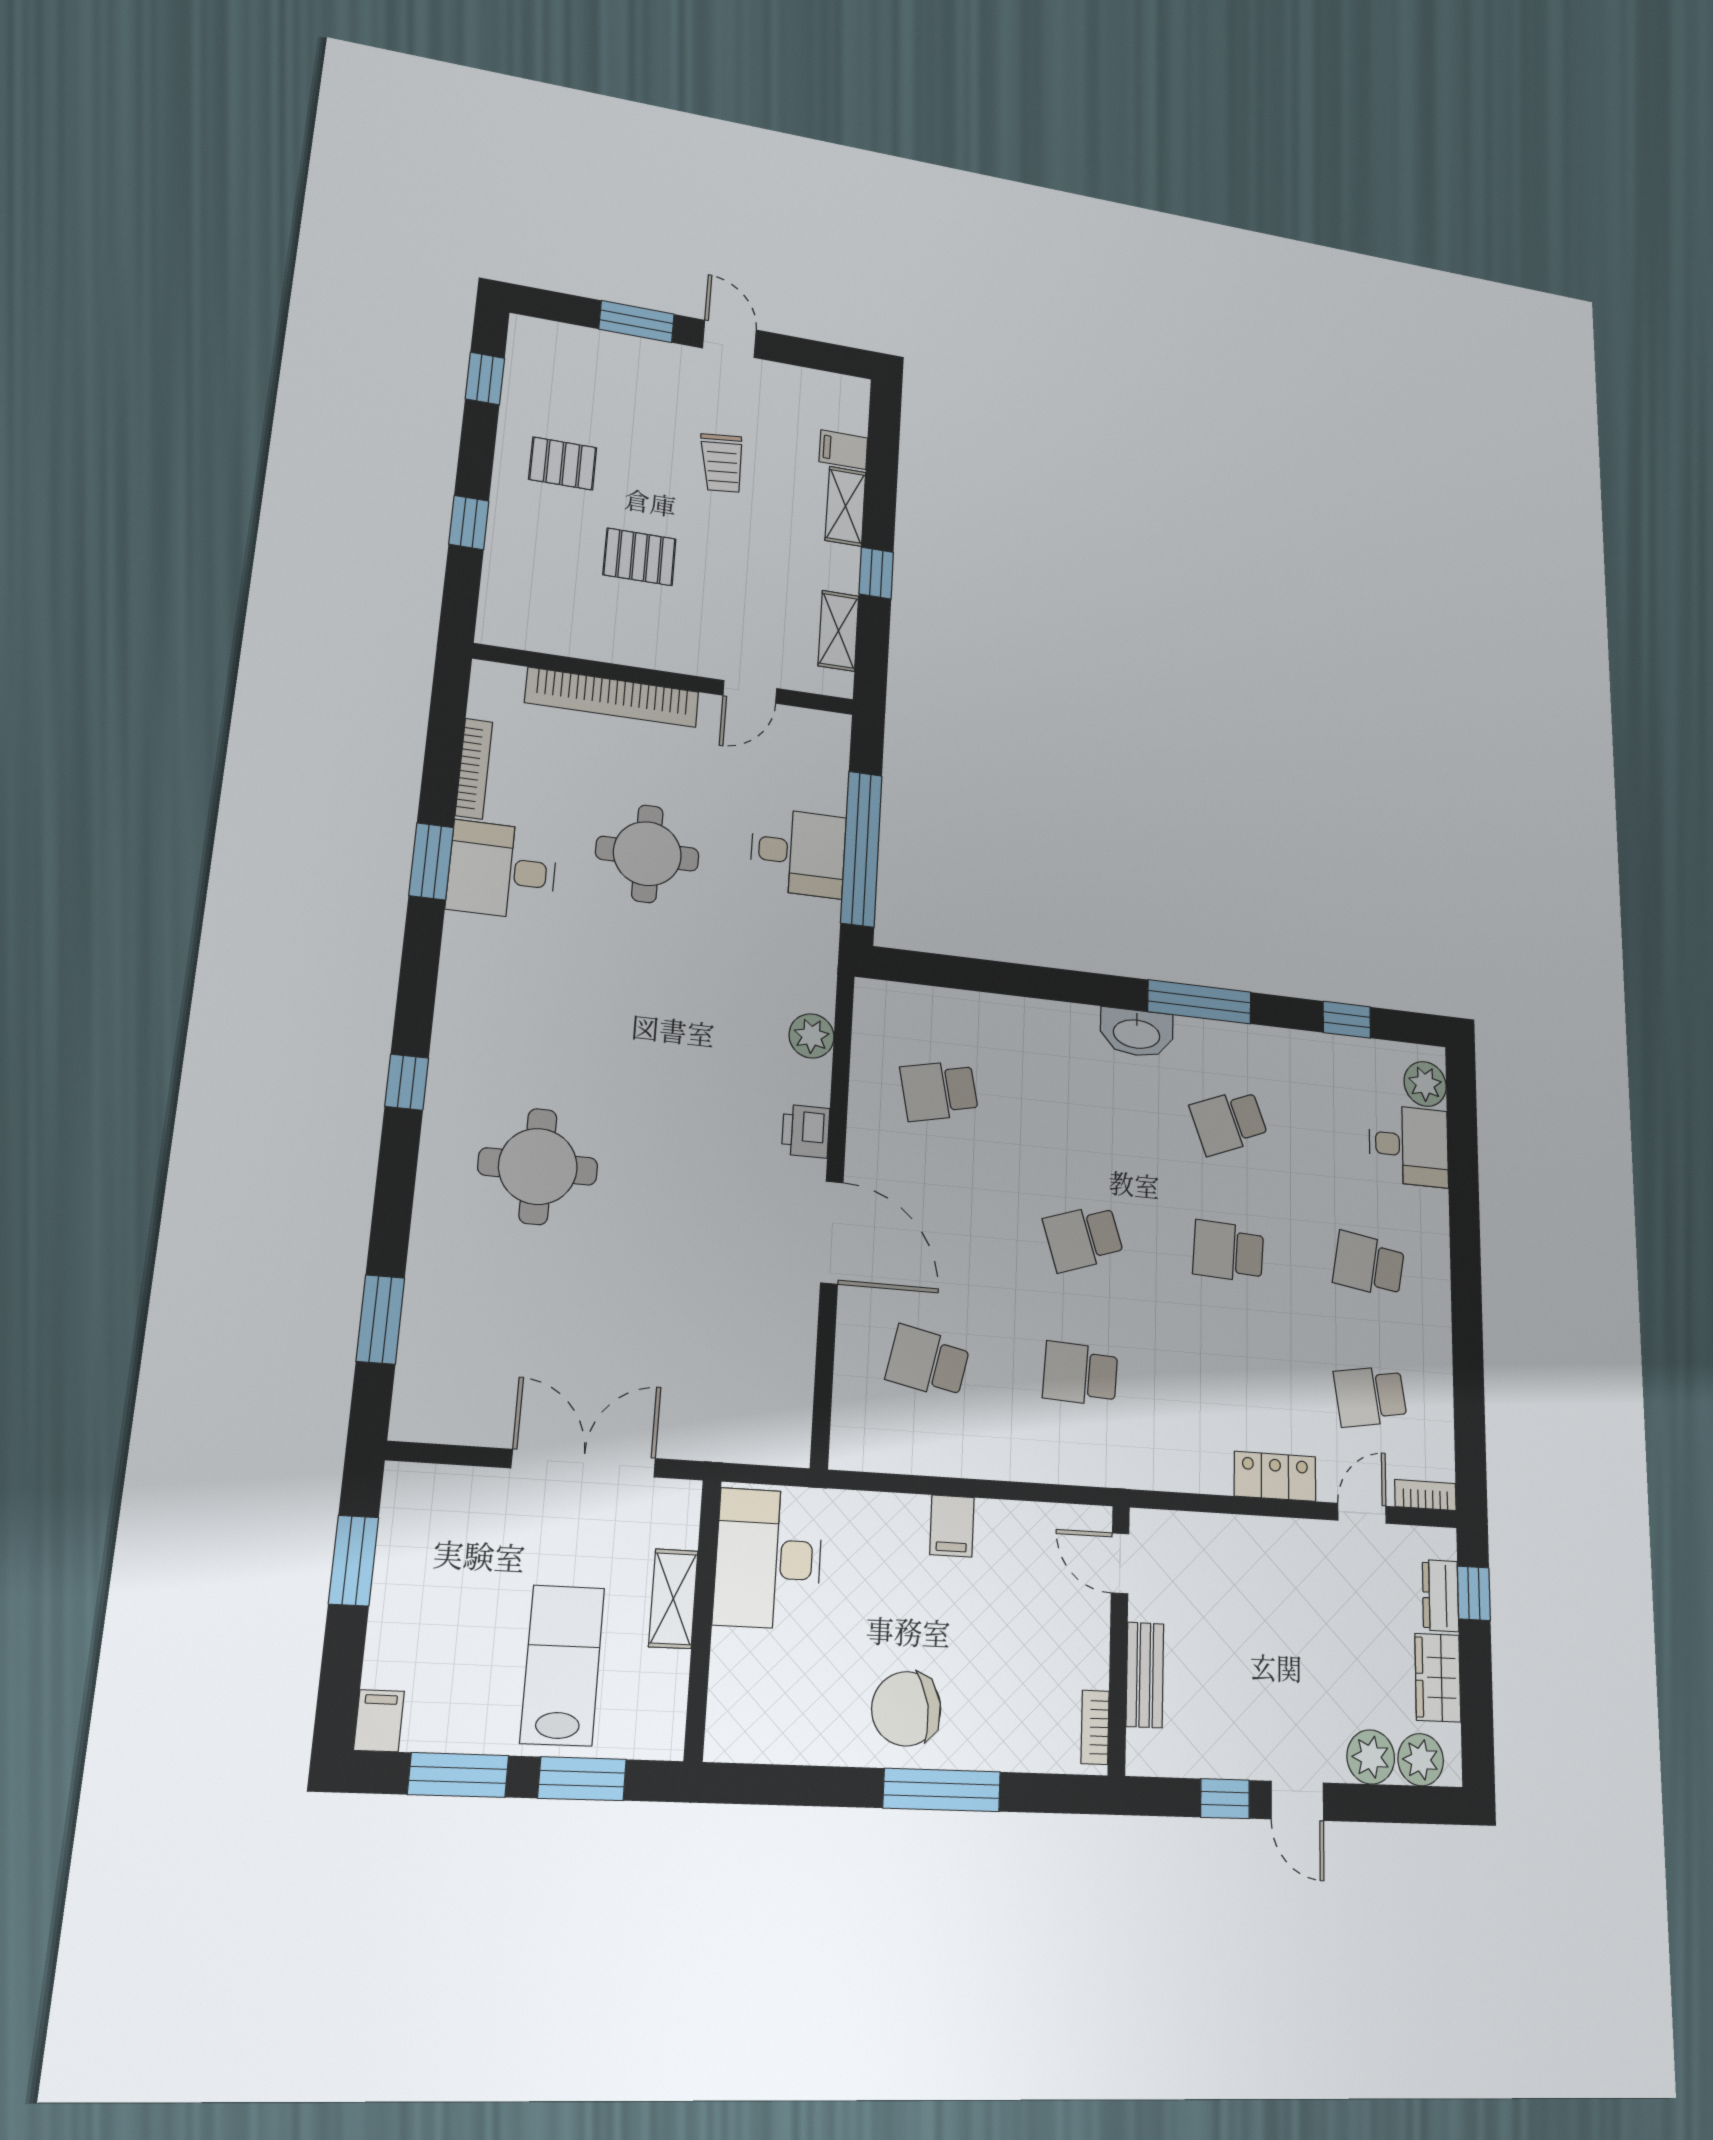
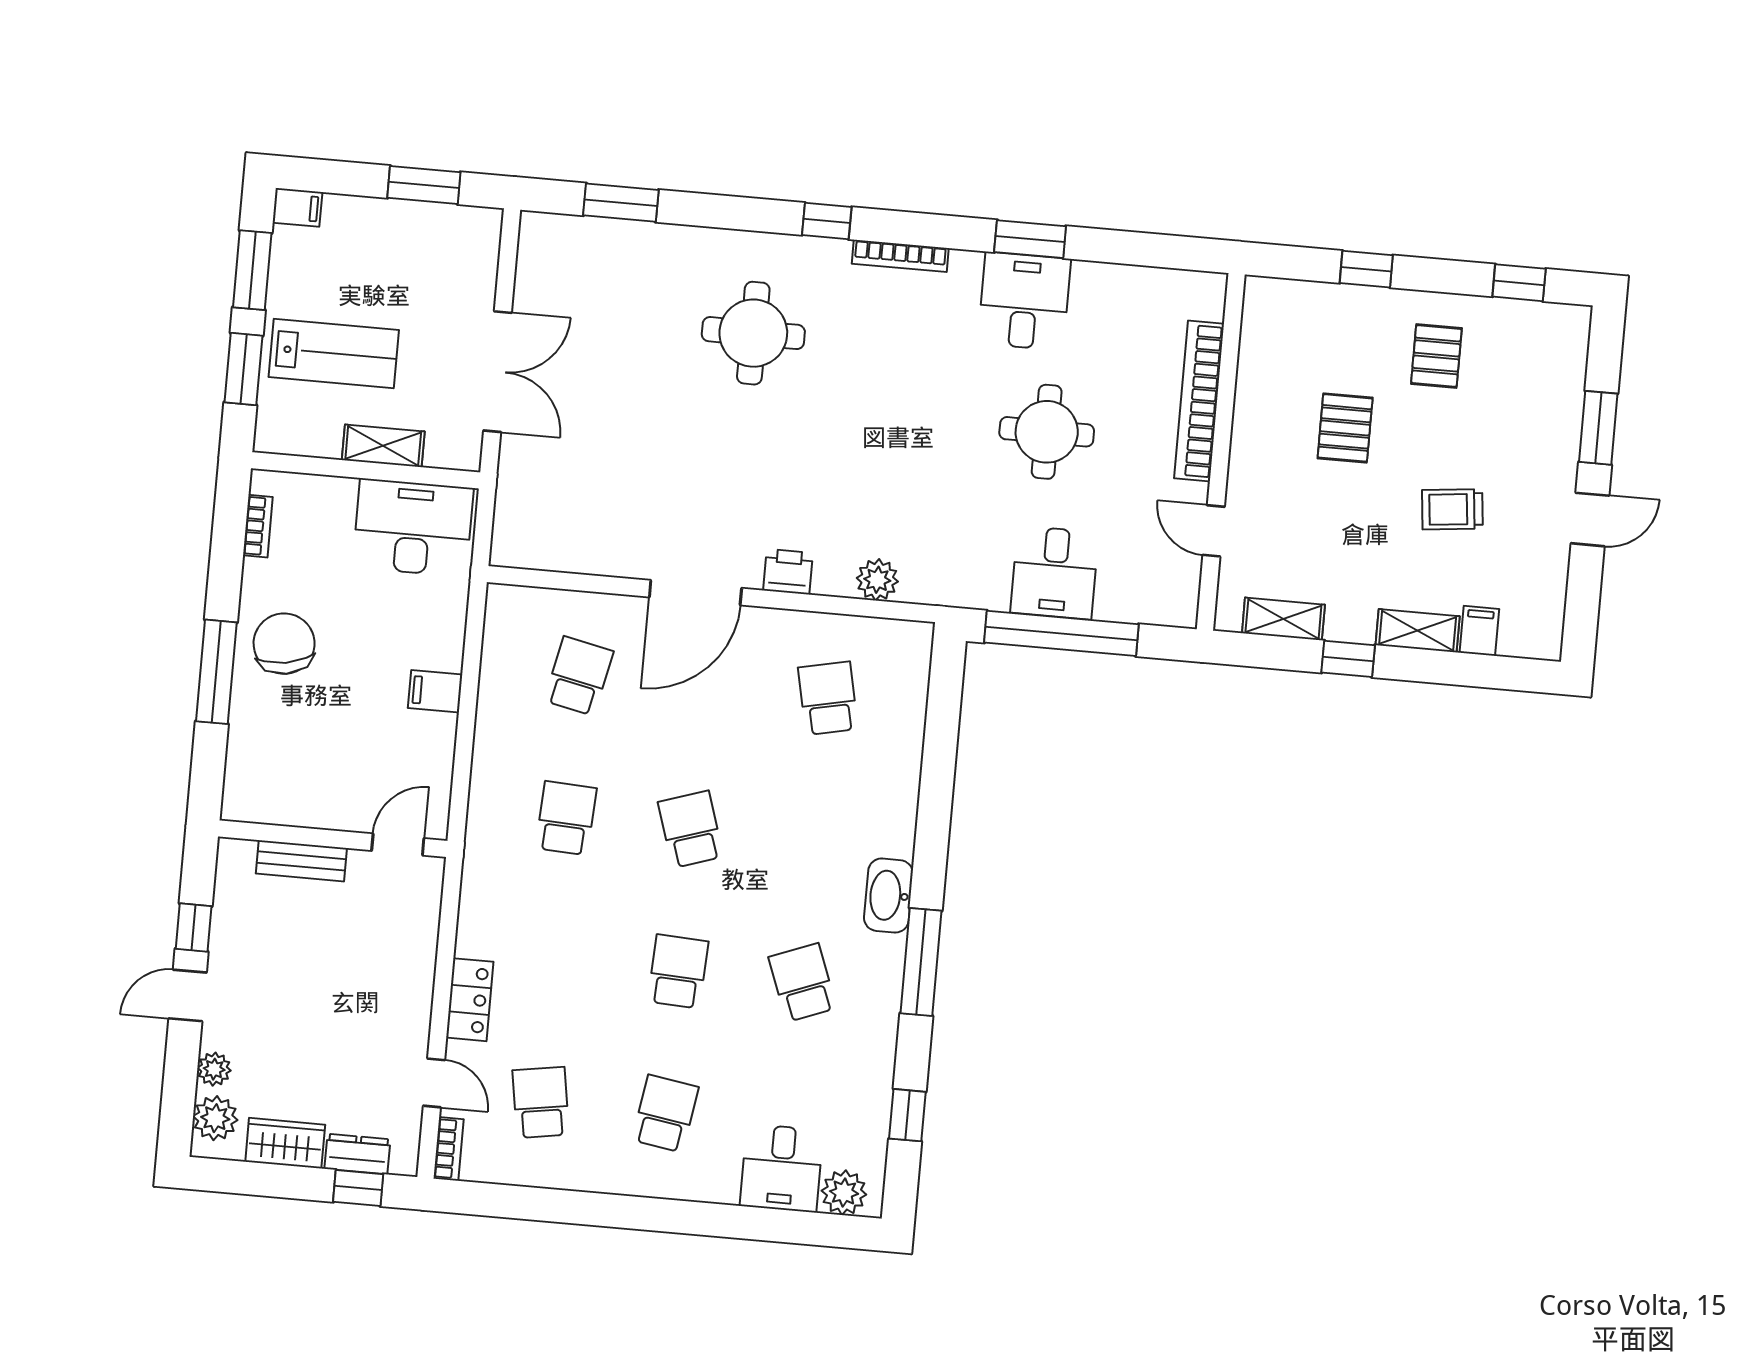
bookcase: (474, 769) -> (900, 256), moved
bookcase: (1095, 1727) -> (258, 526), moved, turned 90
plant: (1371, 1757) -> (214, 1069), width x0.73, depth x0.73

